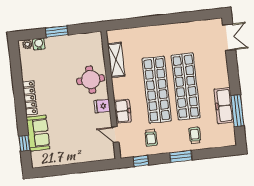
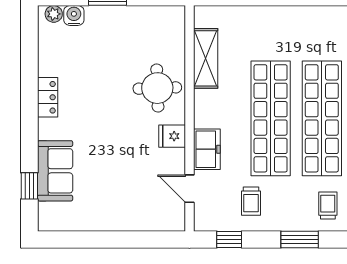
locker: (30, 98) -> (48, 97), width x0.66

